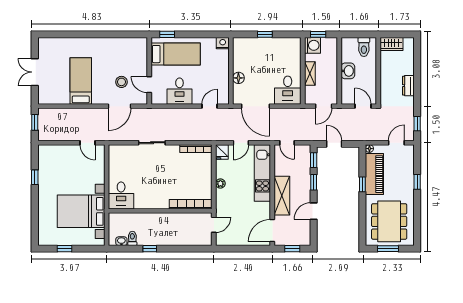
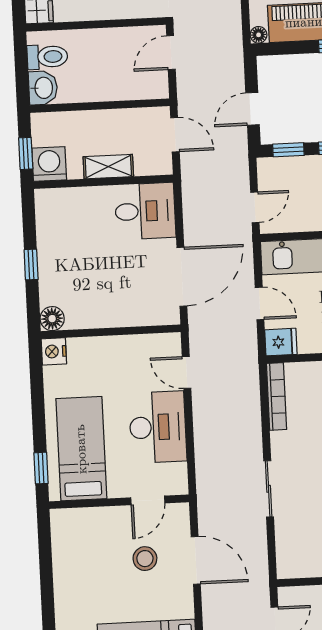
washbasin: (348, 71) -> (43, 88), moved, turned 90
floor lamp: (238, 78) -> (52, 319), moved
desk: (179, 91) -> (158, 427), width x1.37

